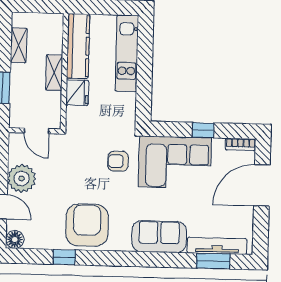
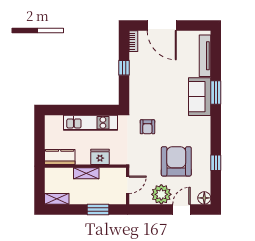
shelving: (19, 45) -> (57, 199), moved
kitchen counter: (78, 46) -> (60, 157), width x0.67
kitchen unit: (127, 53) -> (91, 123), moved
corner sofa: (175, 162) -> (147, 87), removed
armchair: (87, 225) -> (176, 161), moved, turned 90
window: (213, 261) -> (216, 92), moved

